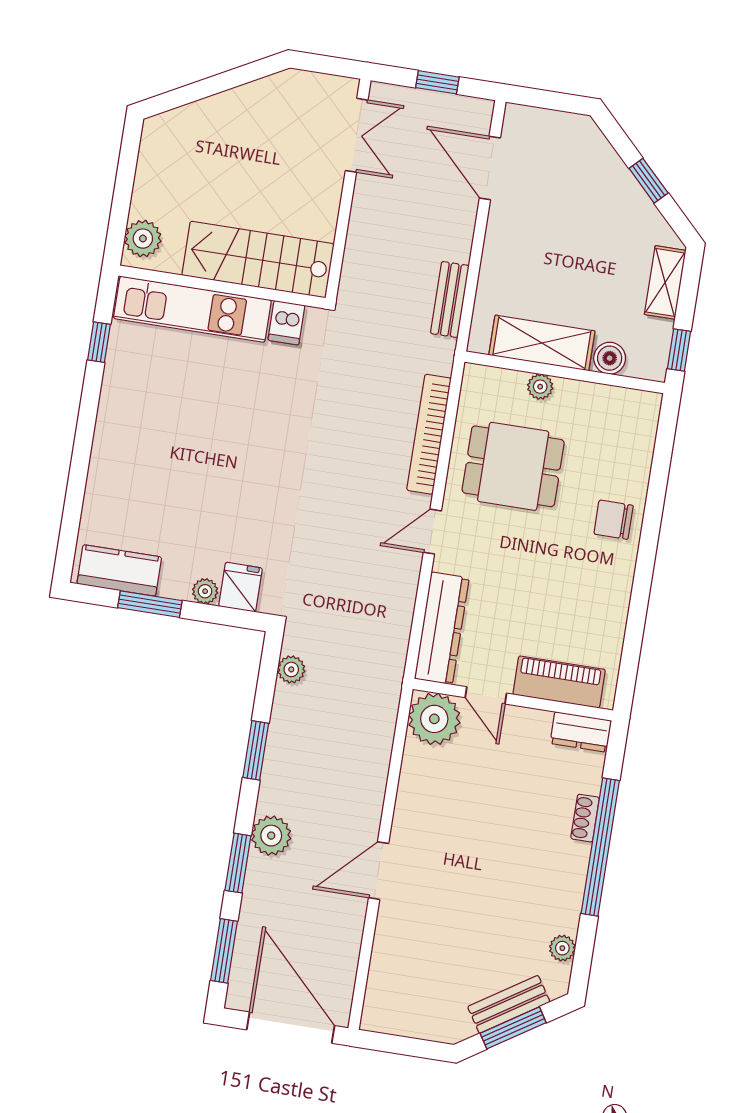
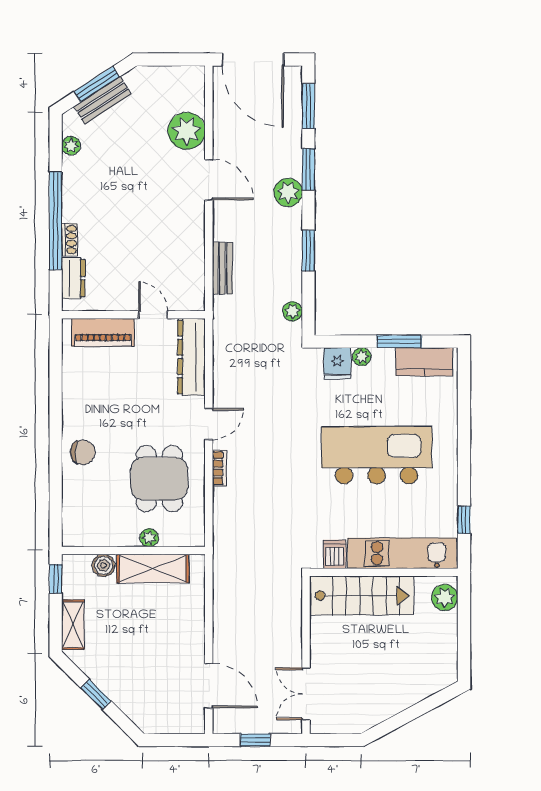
bench: (450, 299) -> (222, 268), moved
bookcase: (429, 434) -> (220, 468), width x0.43, depth x0.76
kitchen island: (206, 451) -> (377, 455), added
dining table: (513, 466) -> (159, 479), turned 90
plant: (434, 719) -> (187, 131), moved
dresser: (581, 732) -> (73, 278), moved, turned 90
door: (379, 871) -> (209, 180), hinge flipped

